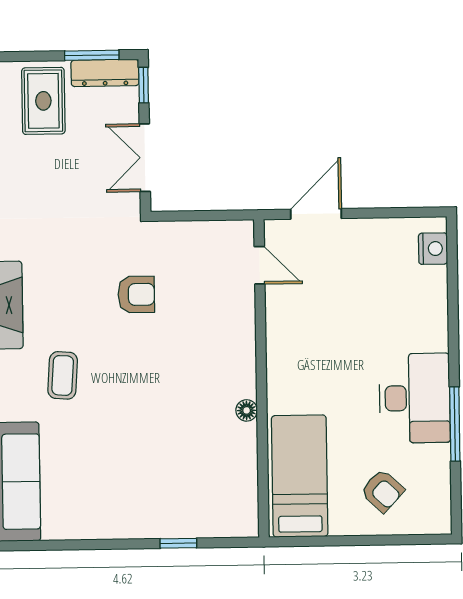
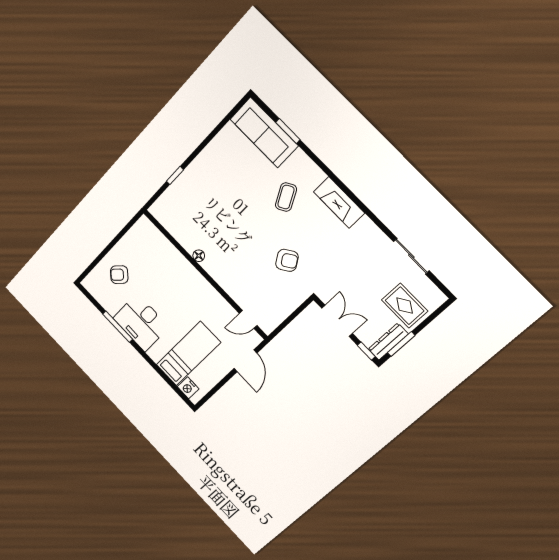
armchair: (136, 294) -> (287, 260), turned -123
coffee table: (63, 375) -> (286, 197), turned 57
bed: (300, 476) -> (188, 354), moved, turned -90

